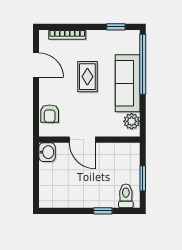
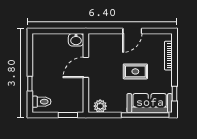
door: (36, 65) -> (132, 31), moved
sofa: (128, 83) -> (150, 103), moved
armchair: (50, 114) -> (106, 42), removed
window: (143, 178) -> (68, 115), moved

